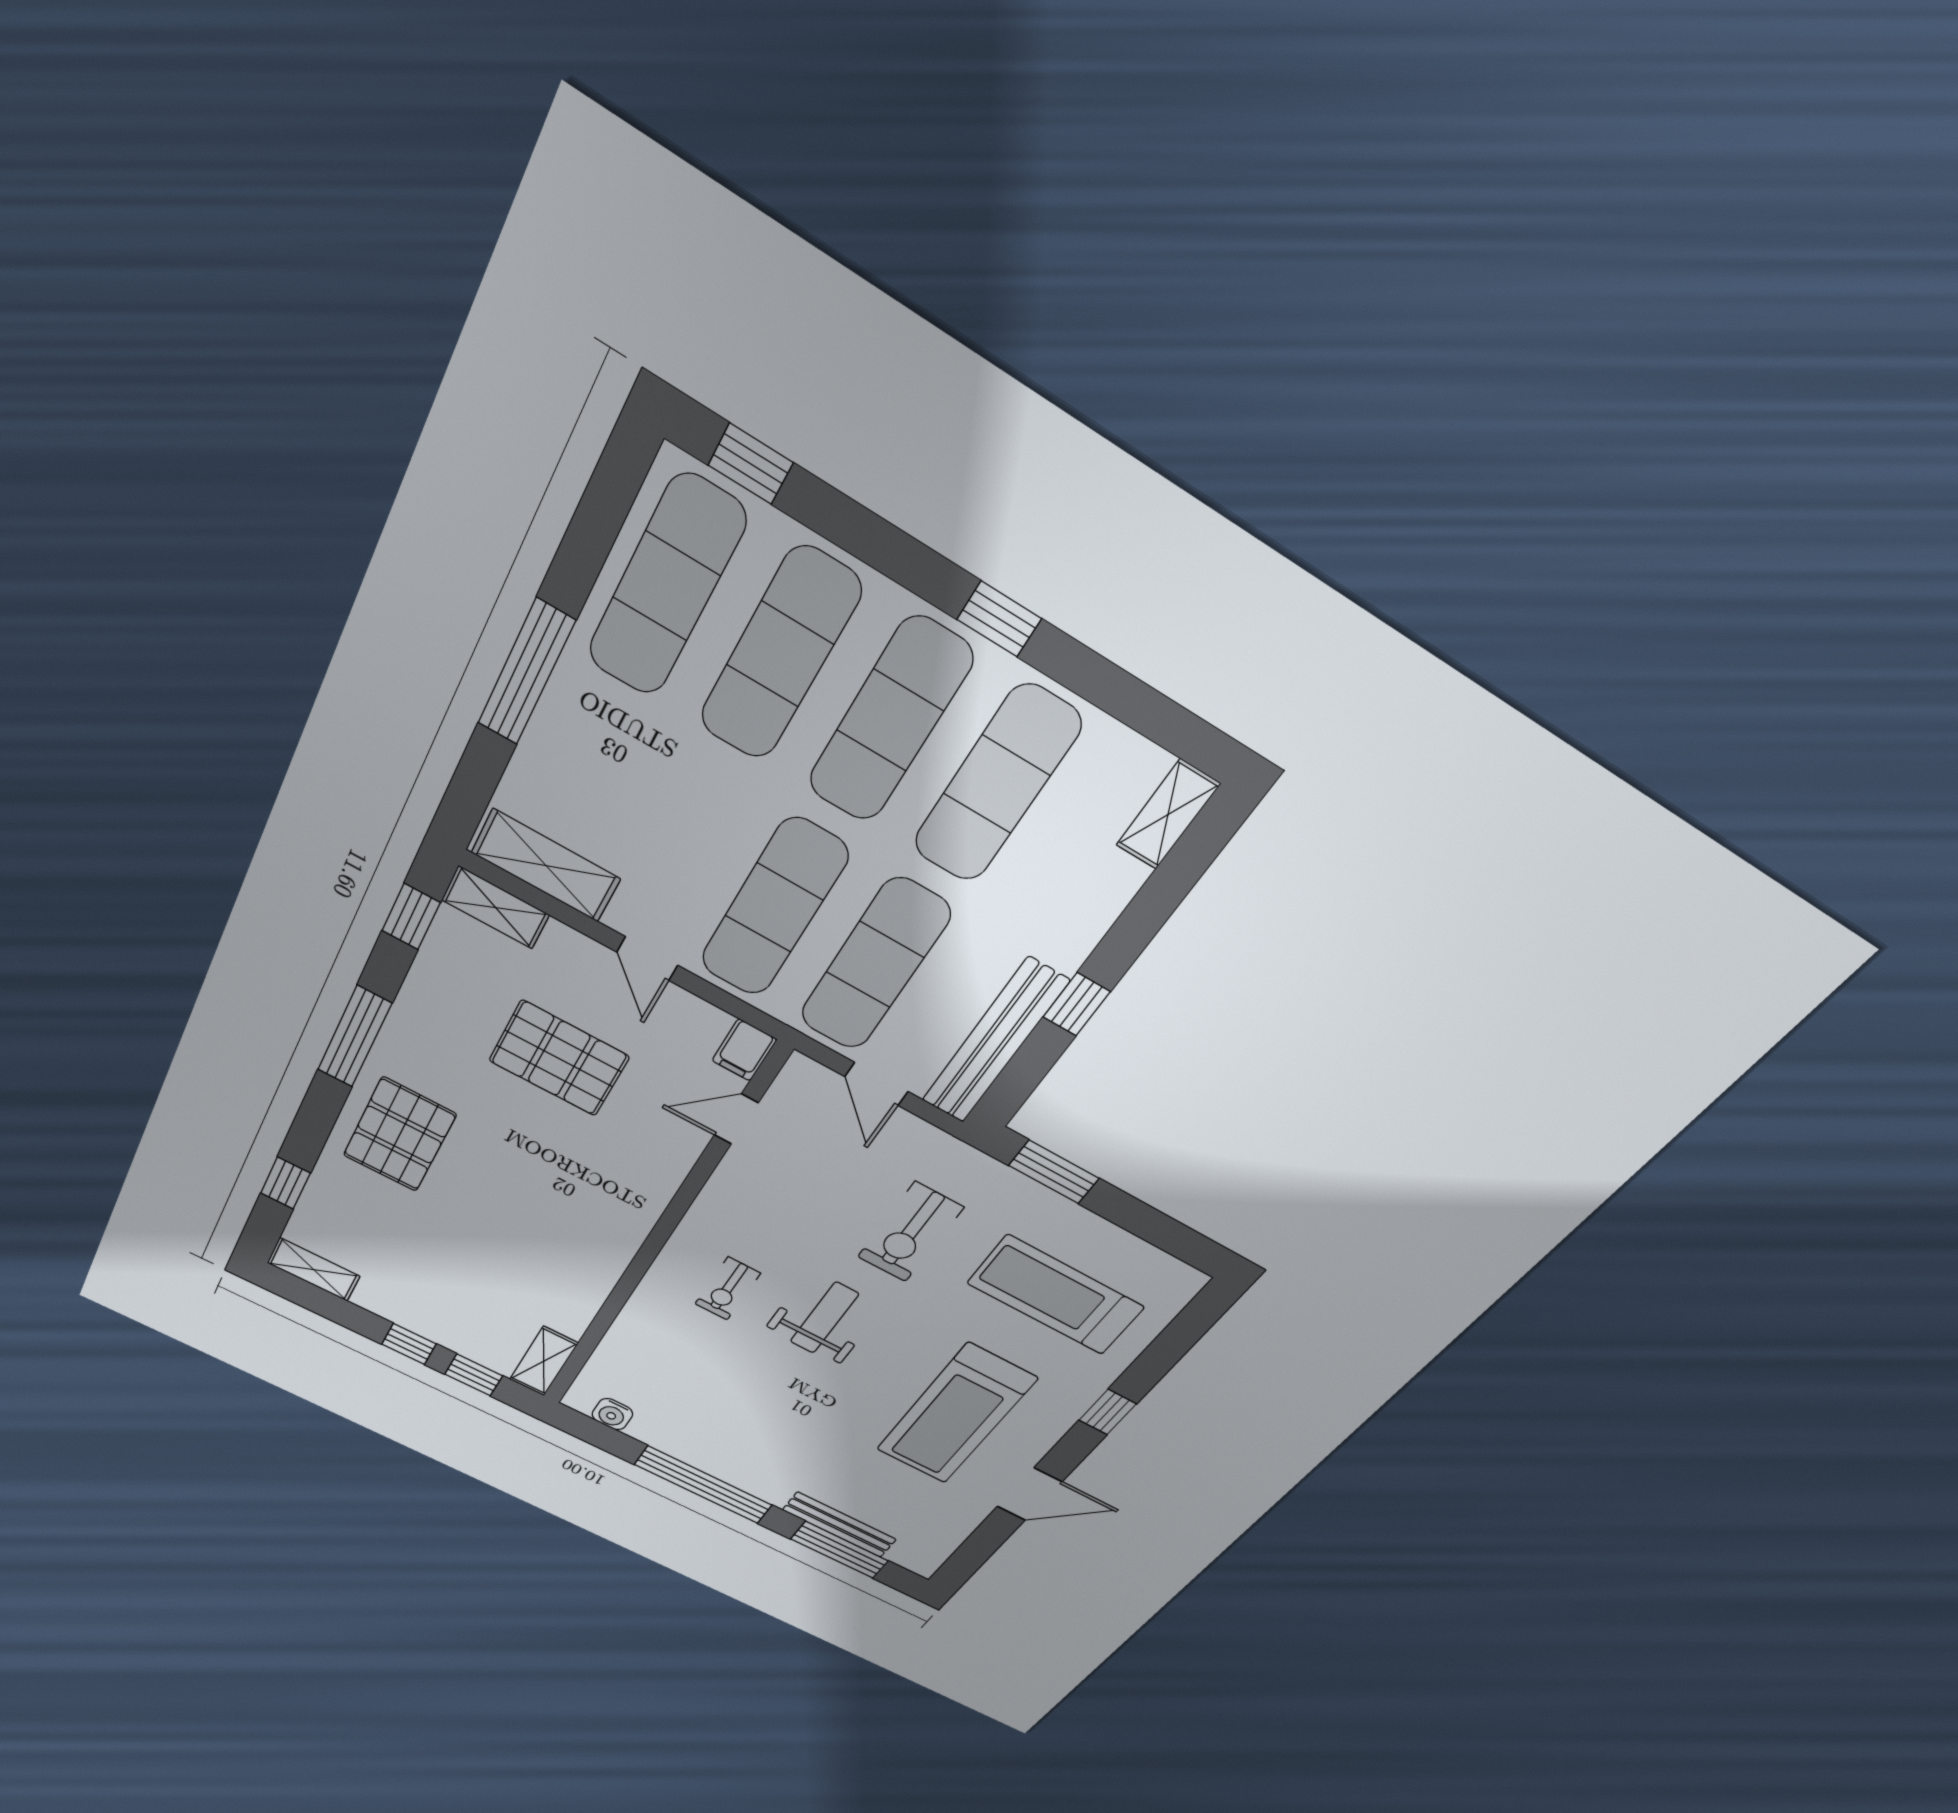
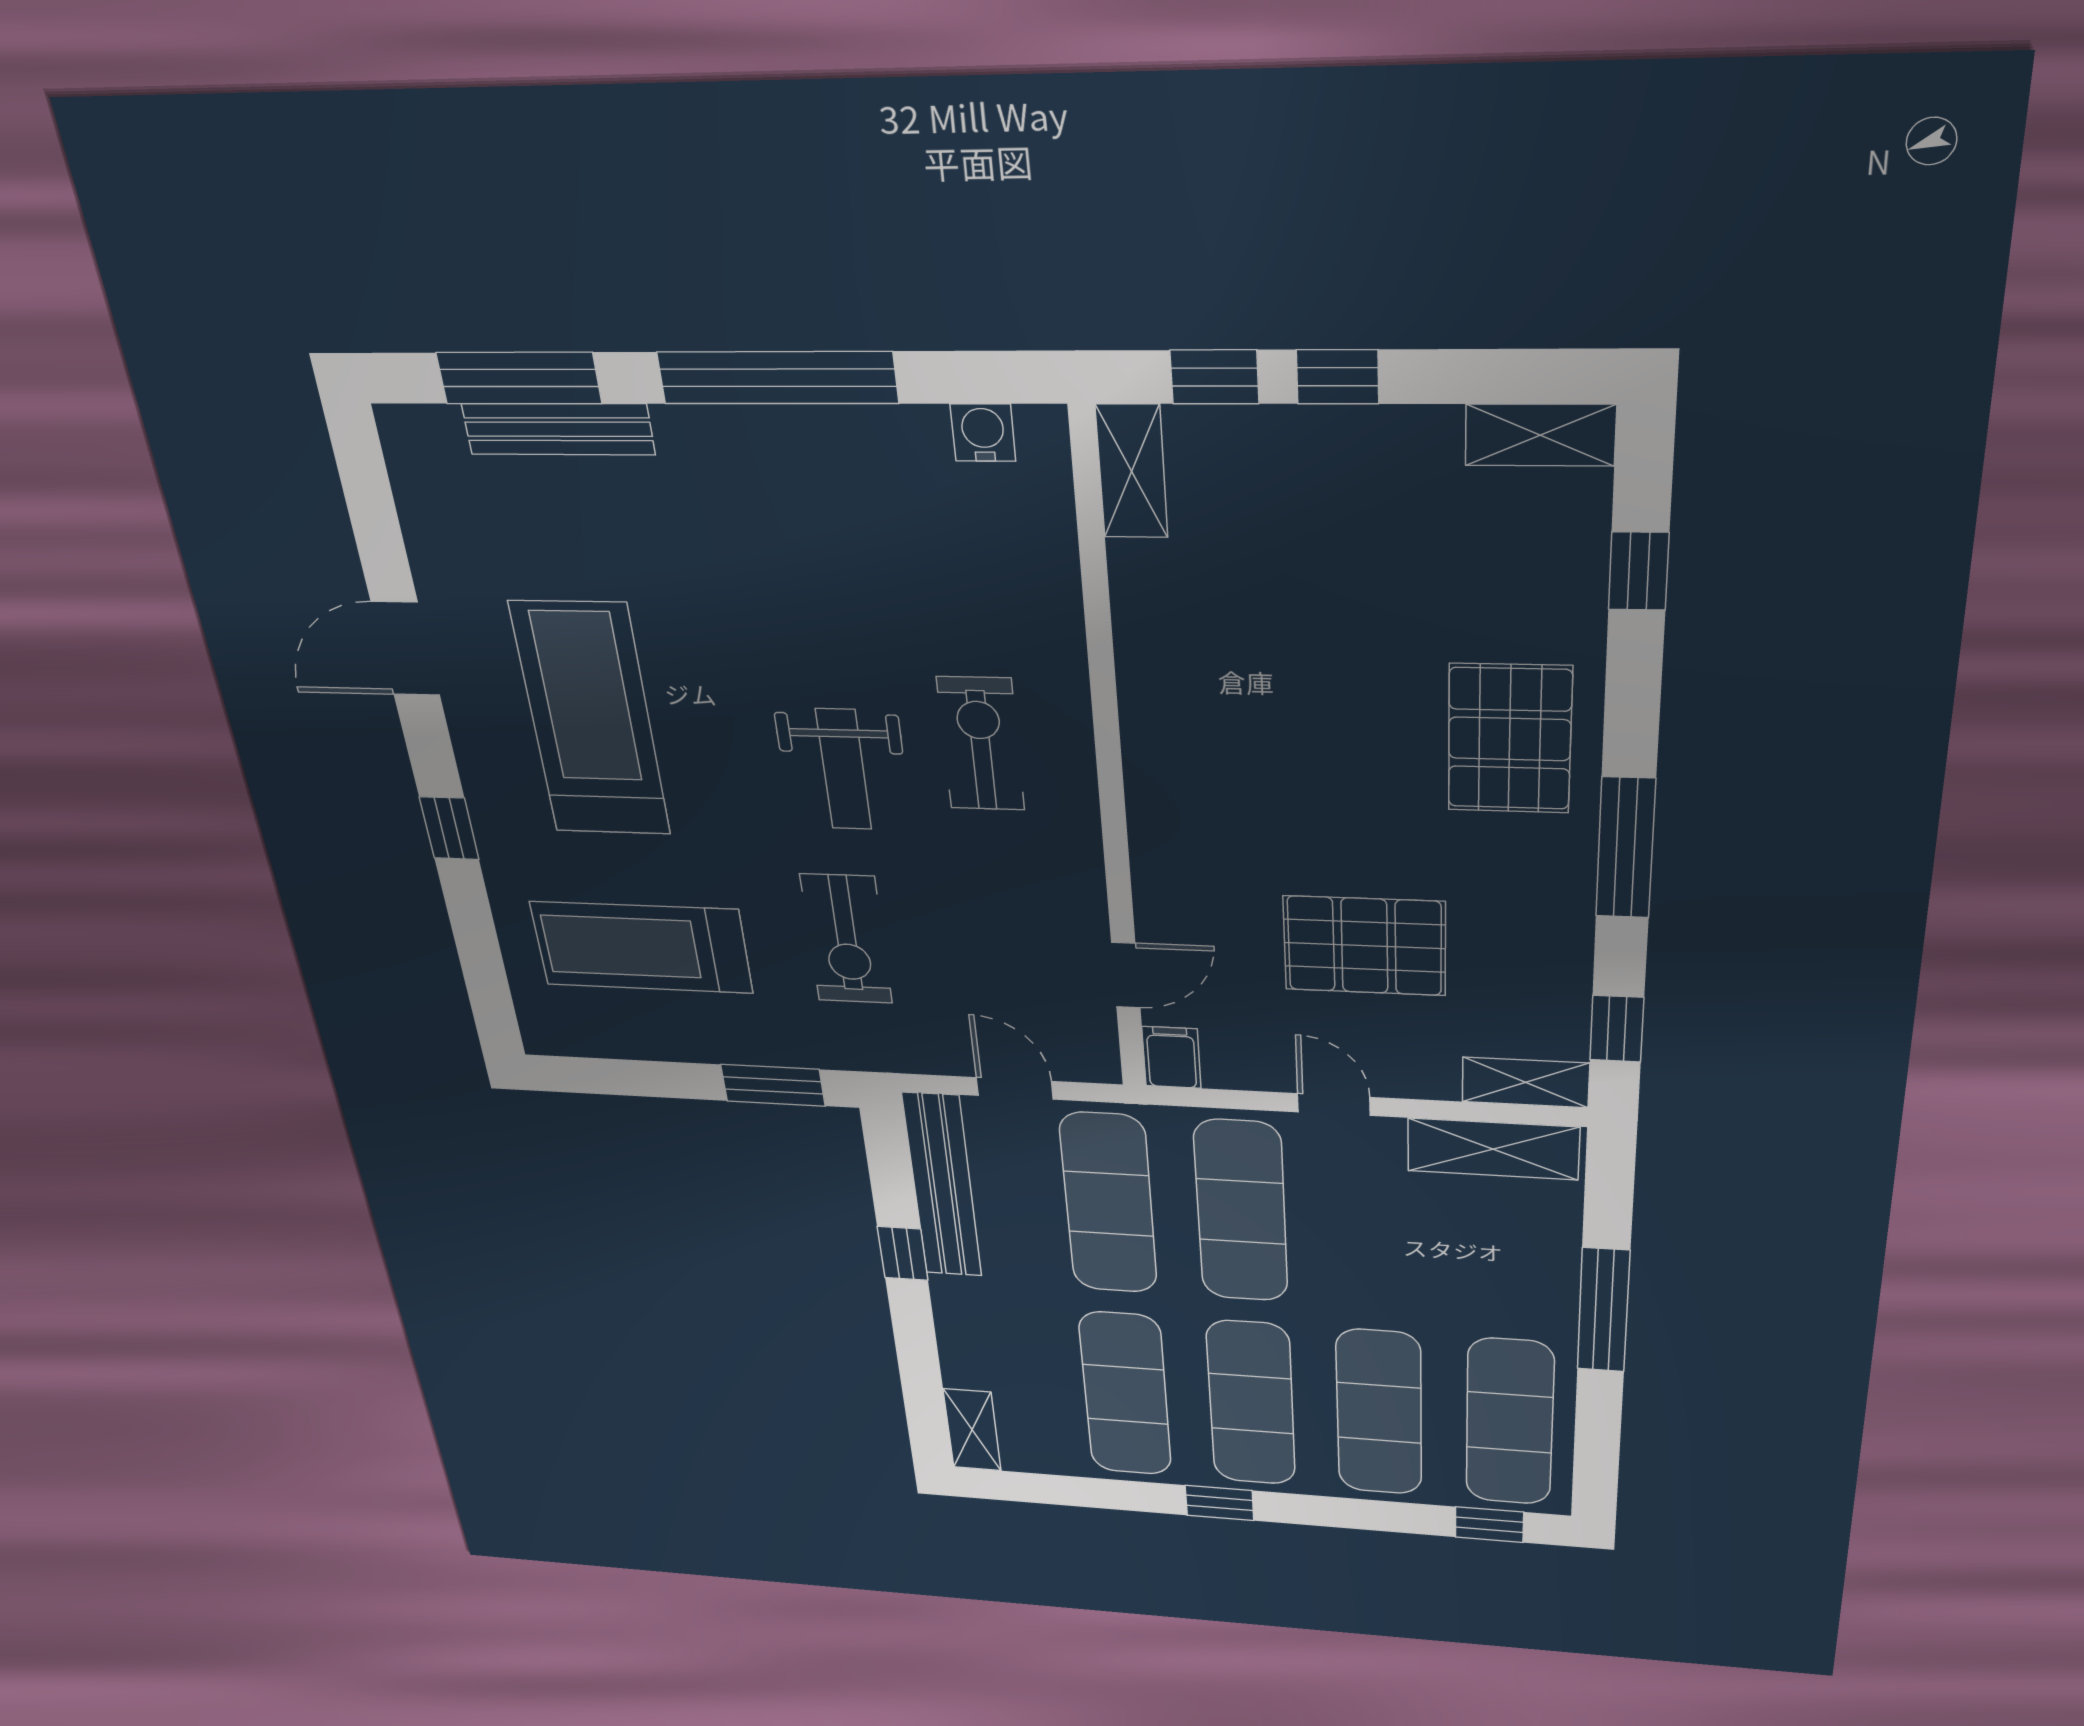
exercise bike: (910, 1232) -> (846, 939), turned 180
exercise bike: (728, 1289) -> (981, 744), width x1.38, depth x1.39
treadmill: (1056, 1295) -> (641, 947), turned 180

